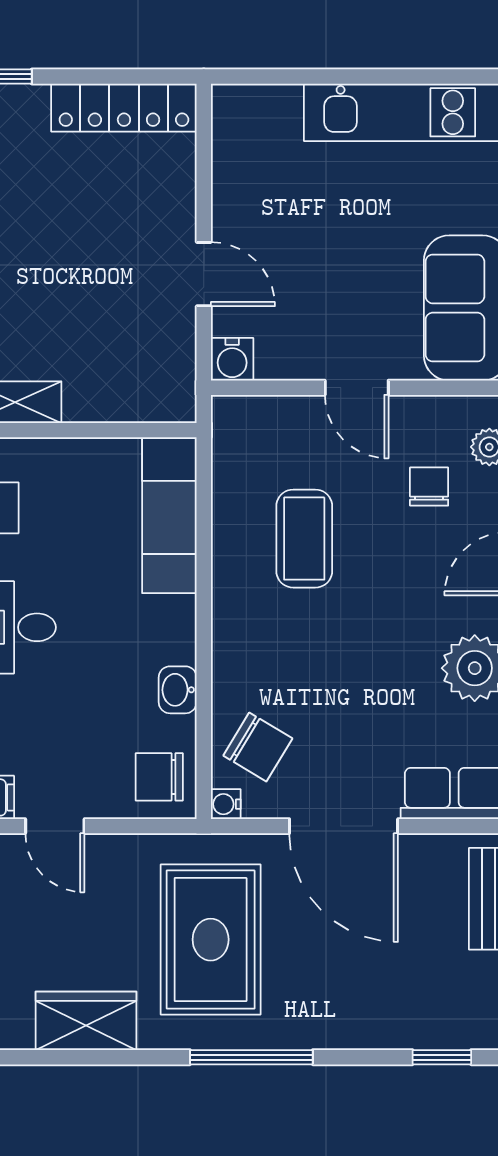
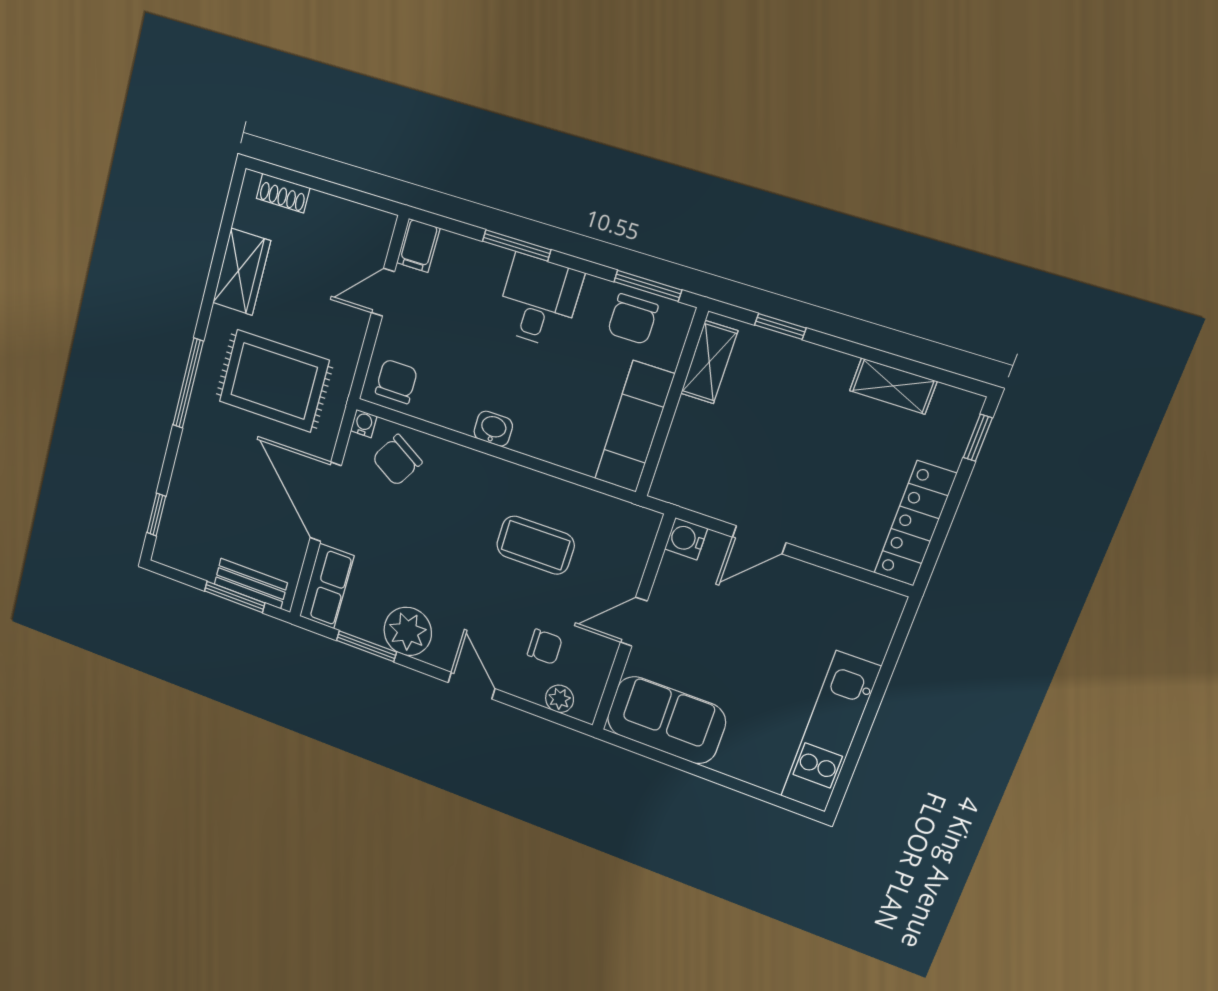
exam couch: (169, 515) -> (634, 427), moved, turned -90
washbasin: (178, 690) -> (493, 429), moved
door: (344, 826) -> (326, 502), hinge flipped

